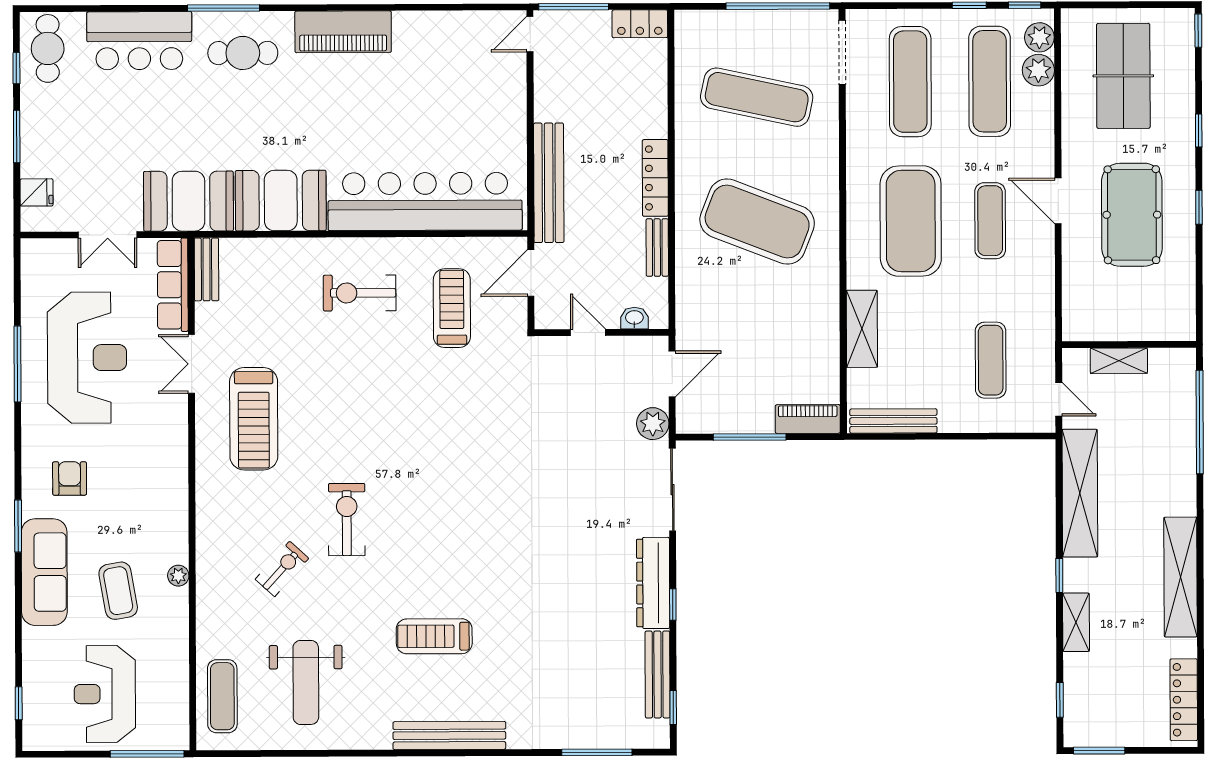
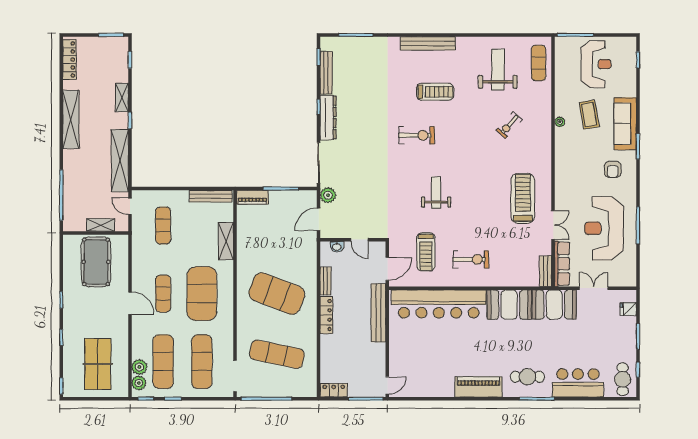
pool table: (1132, 215) -> (96, 262), moved
weight bench: (431, 430) -> (436, 192), added
exercise bike: (347, 520) -> (417, 135), moved, turned -90

